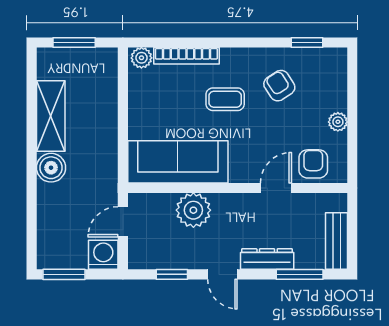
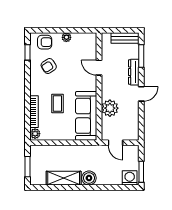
coffee table: (225, 99) -> (57, 103), moved
armchair: (313, 164) -> (45, 42), moved, turned 180
washing machine: (103, 255) -> (130, 178), moved, turned 90
window: (172, 274) -> (141, 119), removed

